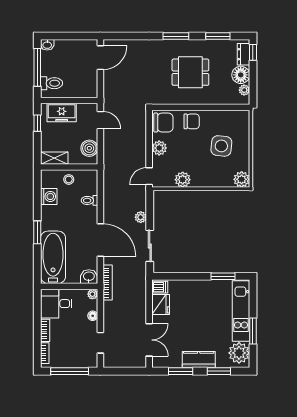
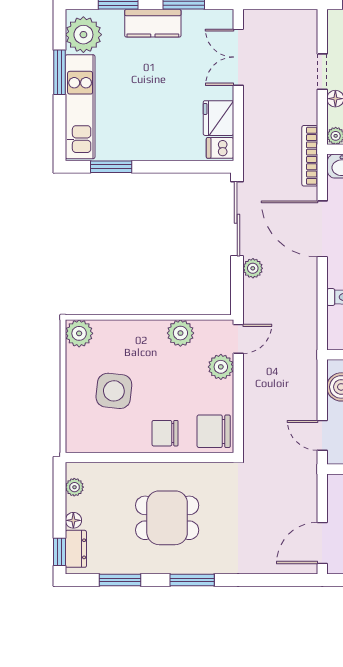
floor lamp: (241, 75) -> (73, 520), width x0.53, depth x0.53
plant: (159, 148) -> (221, 367), moved
sliding door: (150, 246) -> (237, 219), width x1.37
doorway: (100, 343) -> (322, 72), moved

